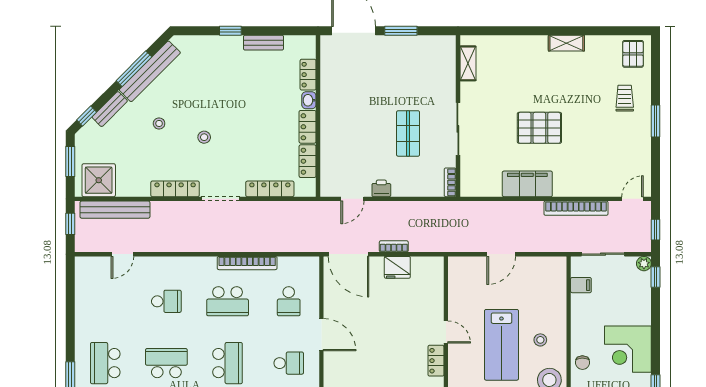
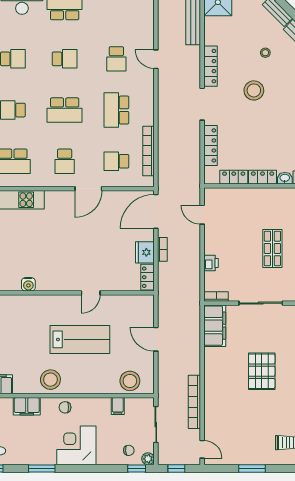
window: (656, 121) -> (252, 469), moved
shop shelf: (408, 133) -> (272, 248), moved, turned 90
stool: (204, 137) -> (254, 90), width x1.89, depth x1.89
filing cabinet: (527, 184) -> (215, 326), moved
printer: (381, 188) -> (211, 263), moved
door: (122, 254) -> (156, 59), moved
bookcase: (247, 263) -> (148, 151), moved
filing cabinet: (581, 285) -> (118, 406), moved
chair: (634, 286) -> (129, 450), added
stool: (540, 340) -> (130, 381), moved, width x1.89, depth x1.89
lab bench: (501, 345) -> (80, 339), turned 180
locker: (436, 361) -> (148, 277), moved, turned -90
school desk: (166, 363) -> (65, 59), width x0.54

